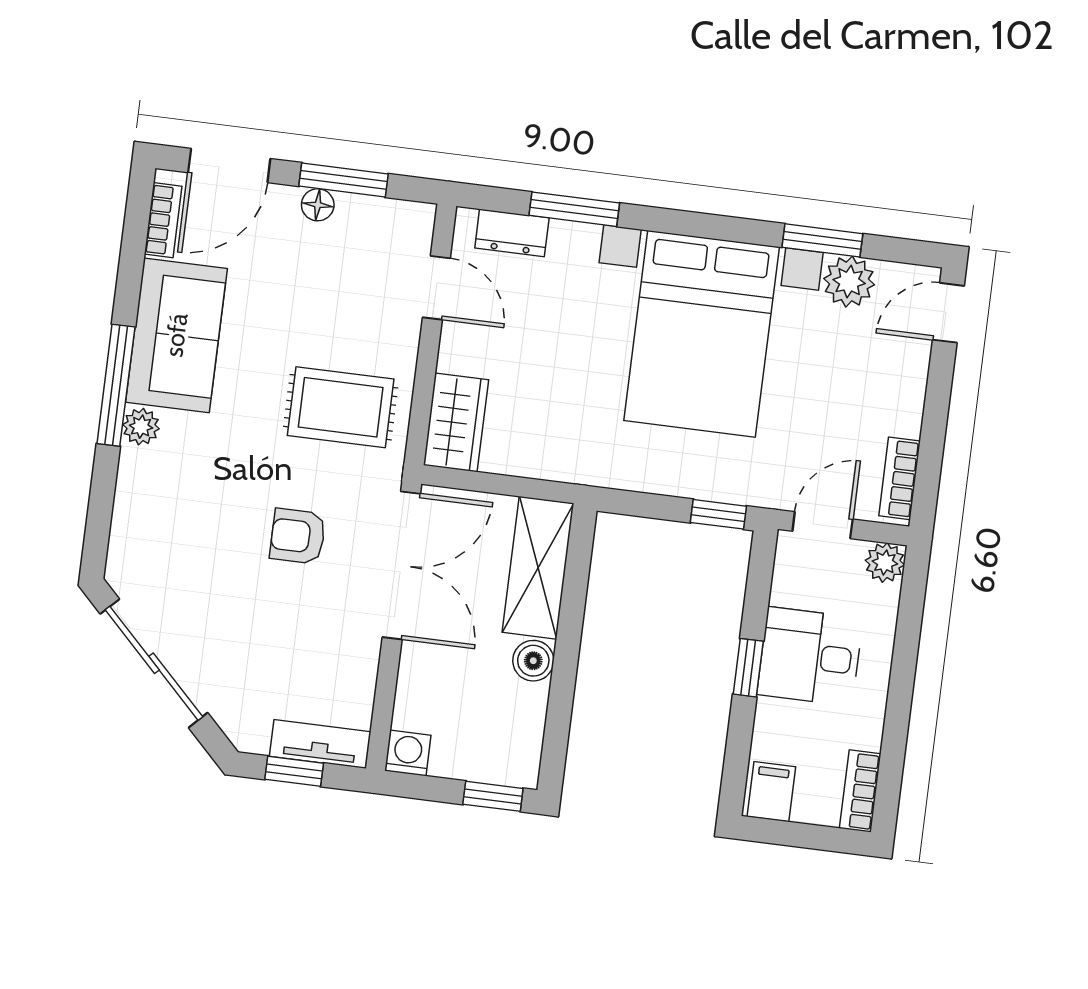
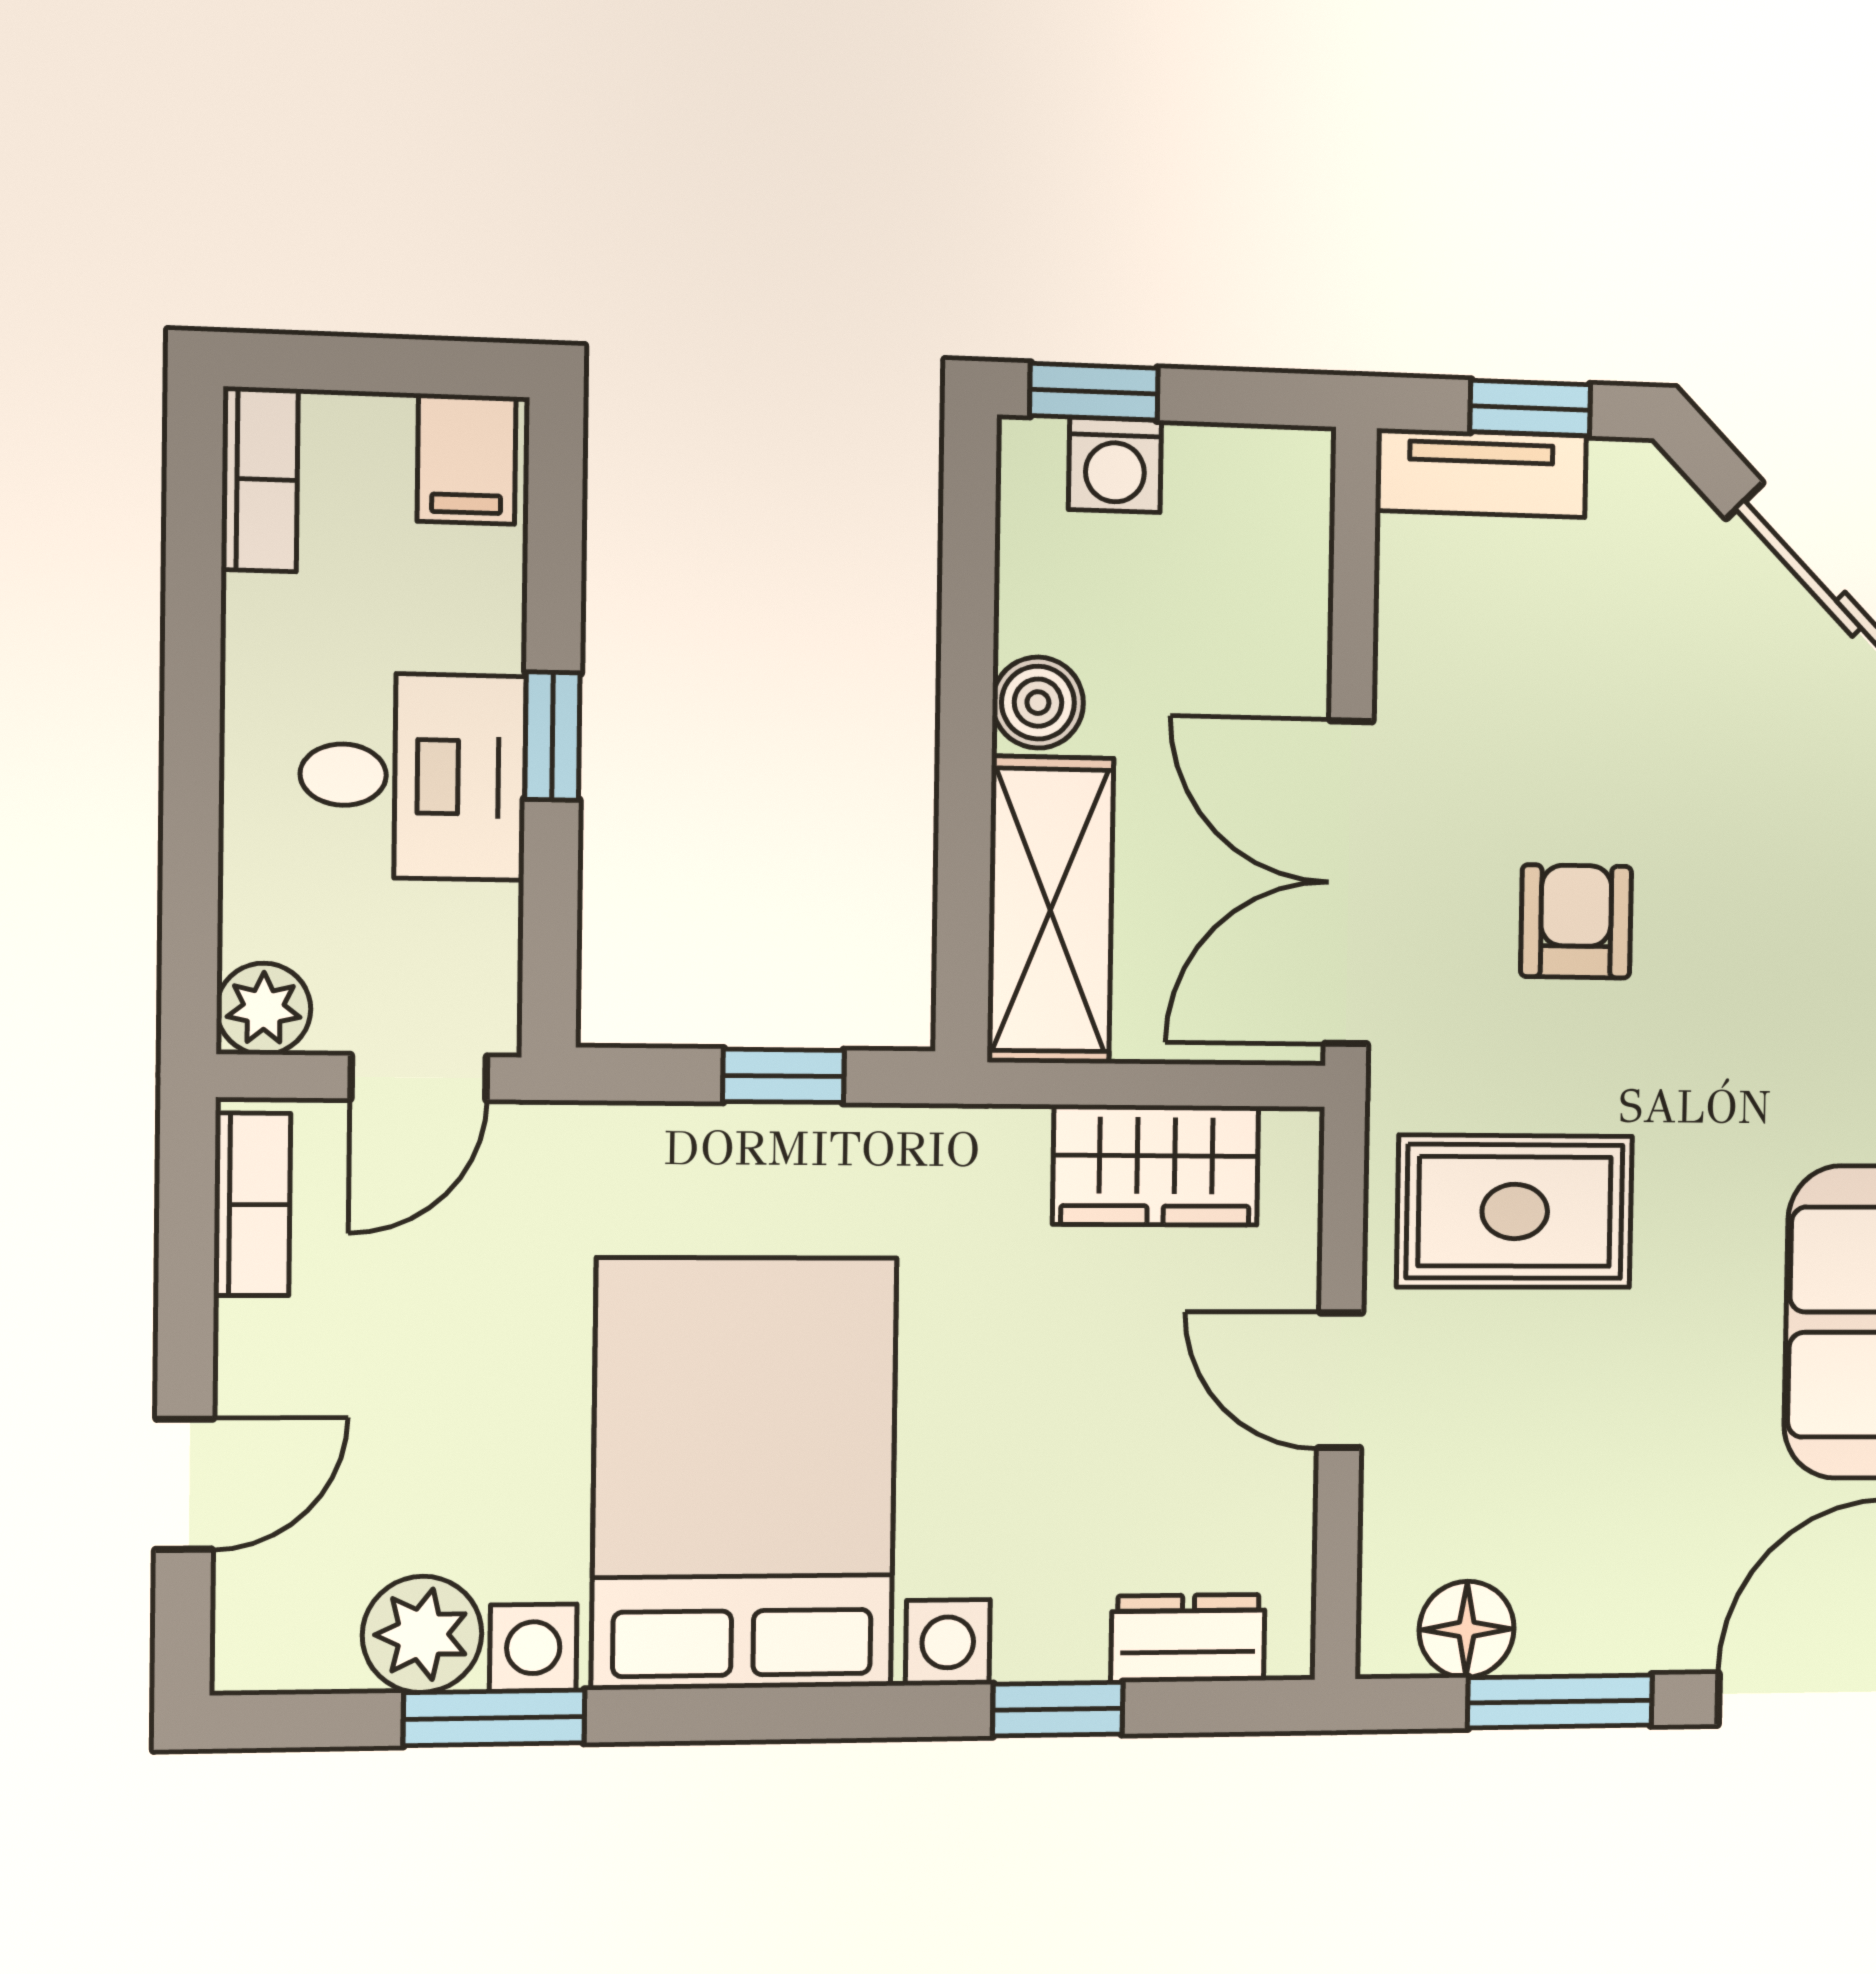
floor lamp: (318, 205) -> (1467, 1629), moved, width x1.37, depth x1.37
window: (574, 209) -> (1058, 1709), width x0.67
door: (436, 288) -> (1340, 1380), moved
door: (948, 313) -> (184, 1484), moved
wardrobe: (456, 423) -> (1156, 1165), moved, turned -90
window: (718, 514) -> (783, 1076), moved
armchair: (298, 536) -> (1576, 921), turned -90
washing machine: (408, 753) -> (1115, 465), moved

